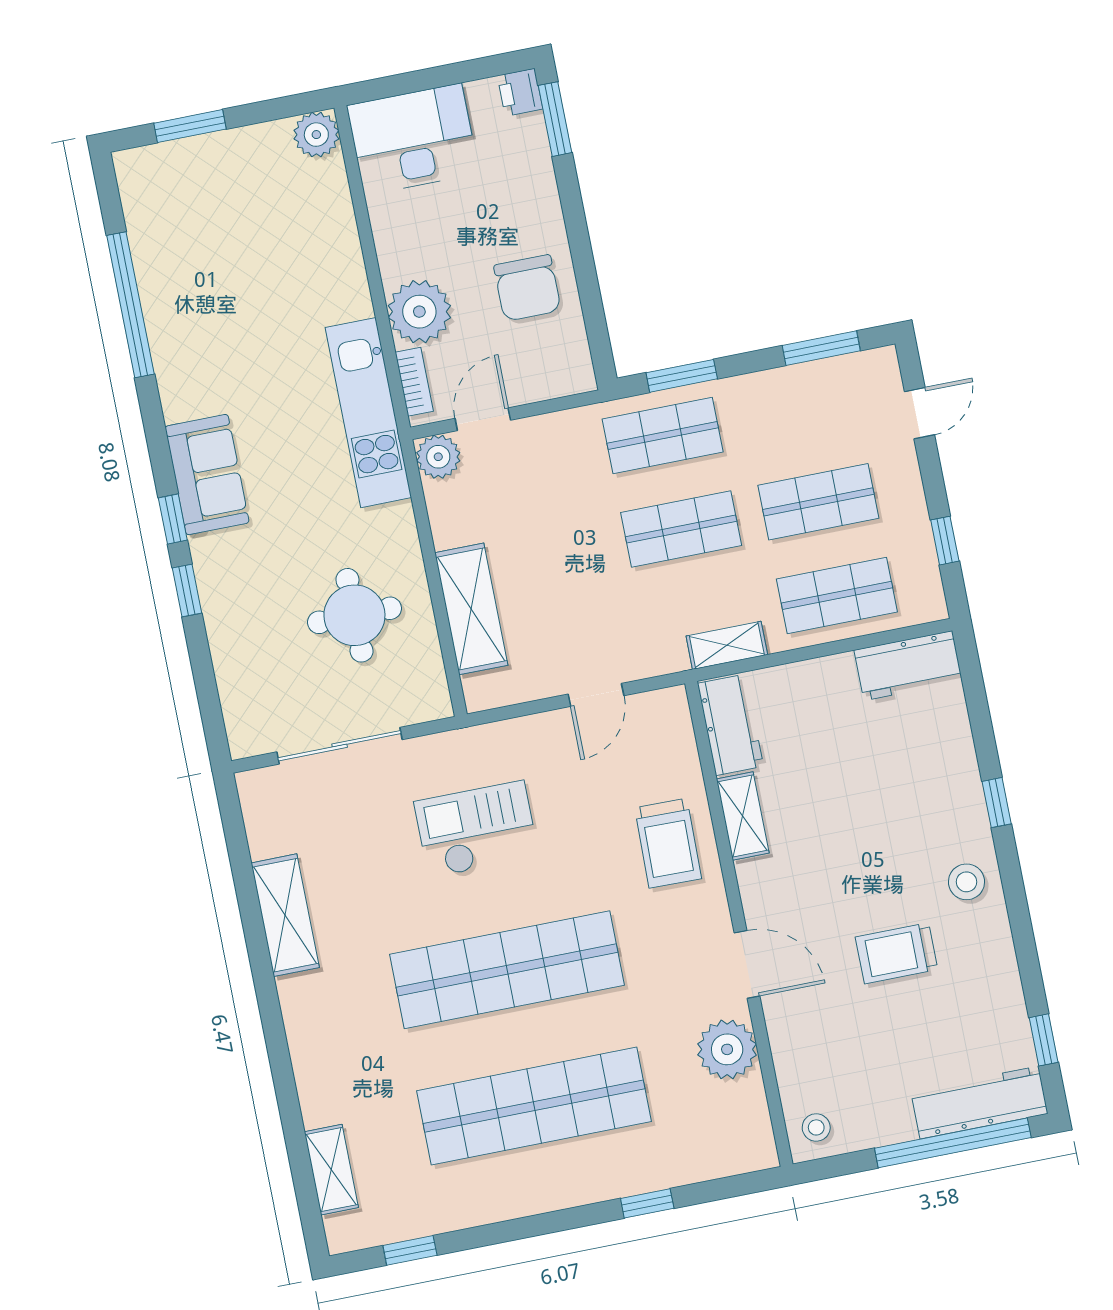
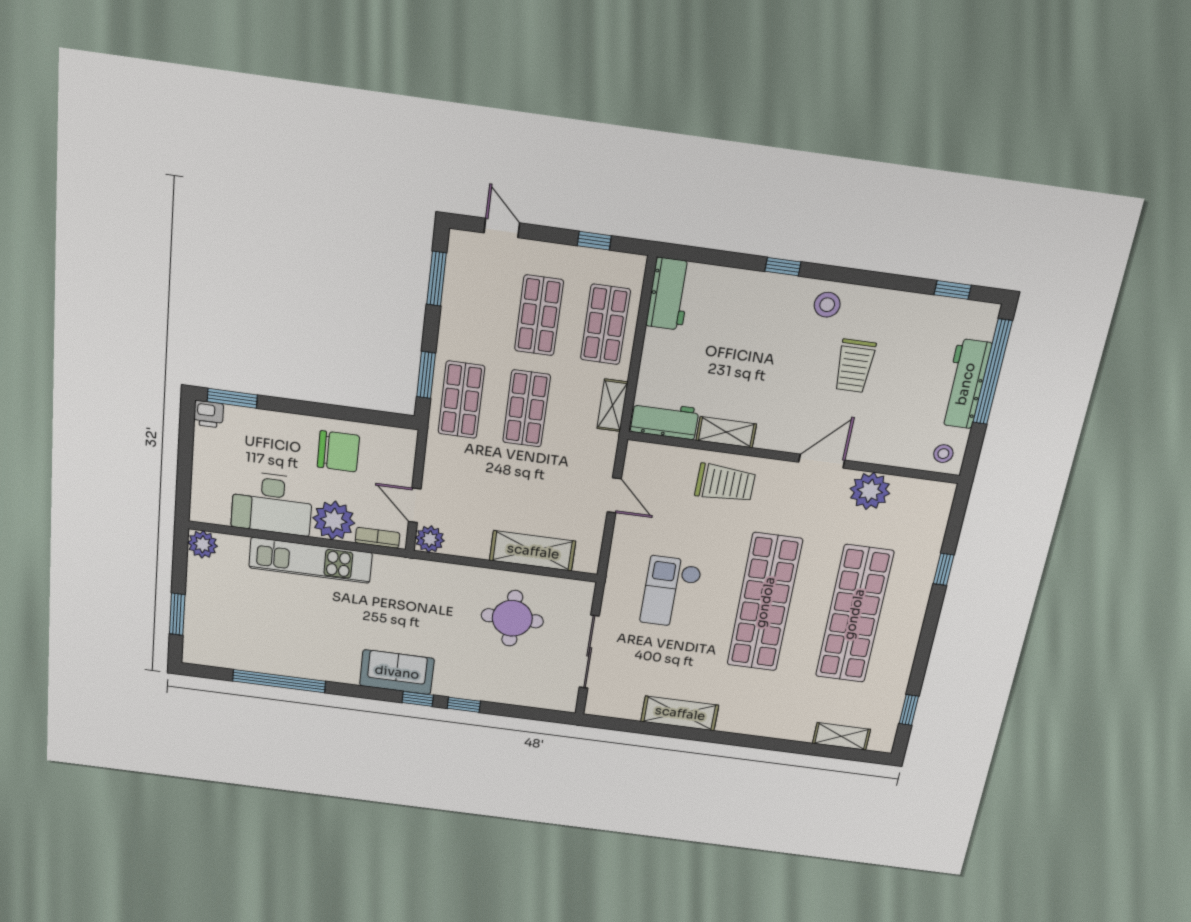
desk: (413, 139) -> (272, 503), moved, turned -90
kitchen unit: (368, 413) -> (311, 560), moved
workbench: (979, 1102) -> (965, 384), moved

